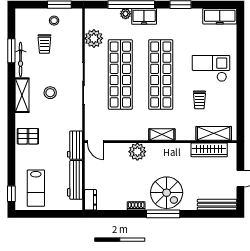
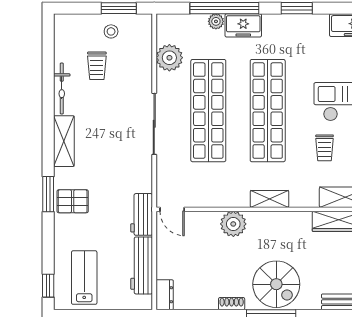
window: (11, 51) -> (48, 194), moved
stool: (50, 93) -> (105, 137), removed
lab bench: (36, 188) -> (84, 278), turned 180

